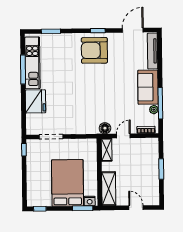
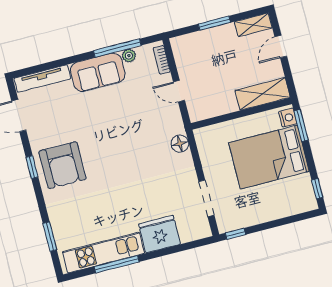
floor lamp: (105, 128) -> (180, 144), moved
shelving: (107, 150) -> (253, 25), moved

